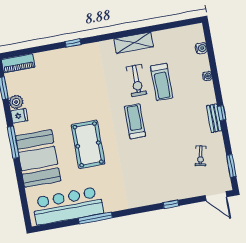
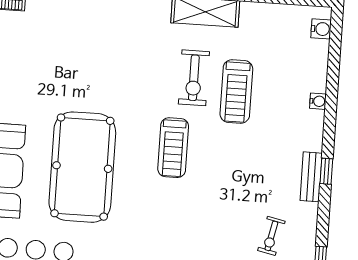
water cooler: (201, 48) -> (321, 29), moved
treadmill: (135, 121) -> (173, 148), turned 180
pool table: (88, 144) -> (82, 167), width x1.36, depth x1.32

